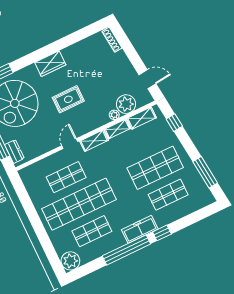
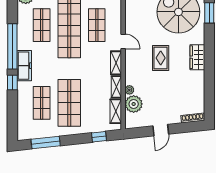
door: (147, 79) -> (161, 130), moved

